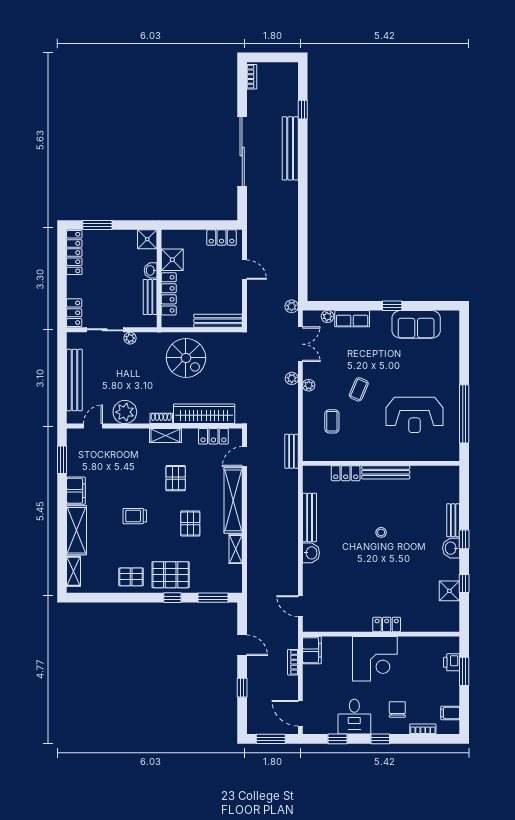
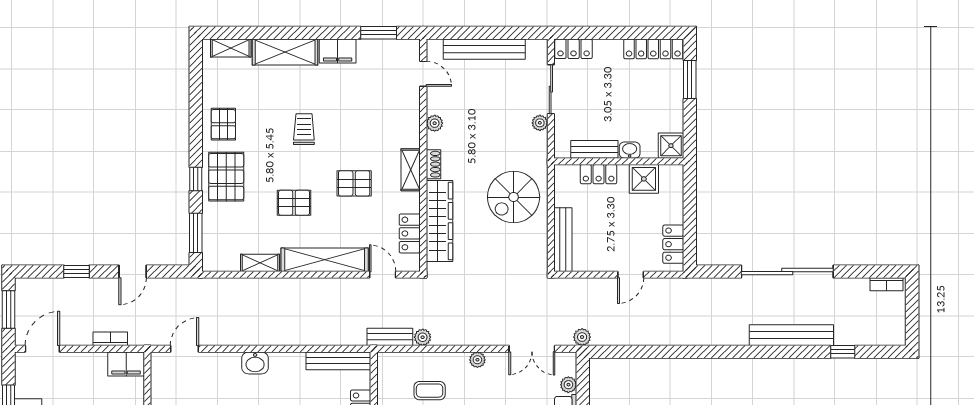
locker: (169, 294) -> (599, 174), width x0.66
plant: (292, 378) -> (423, 337), moved
plant: (125, 412) -> (435, 123), width x0.53, depth x0.53
bench: (310, 517) -> (338, 361), moved

